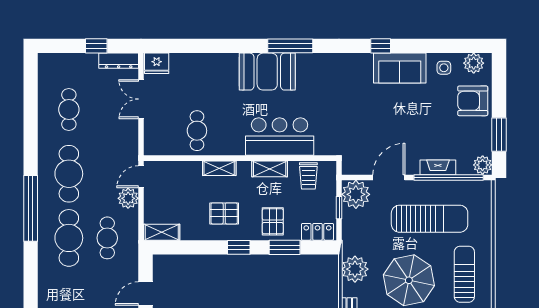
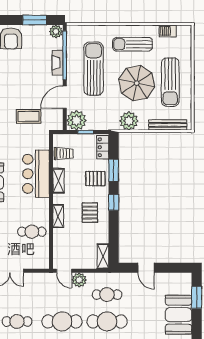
coffee table: (361, 126) -> (29, 116), added
door: (389, 178) -> (65, 97), hinge flipped

